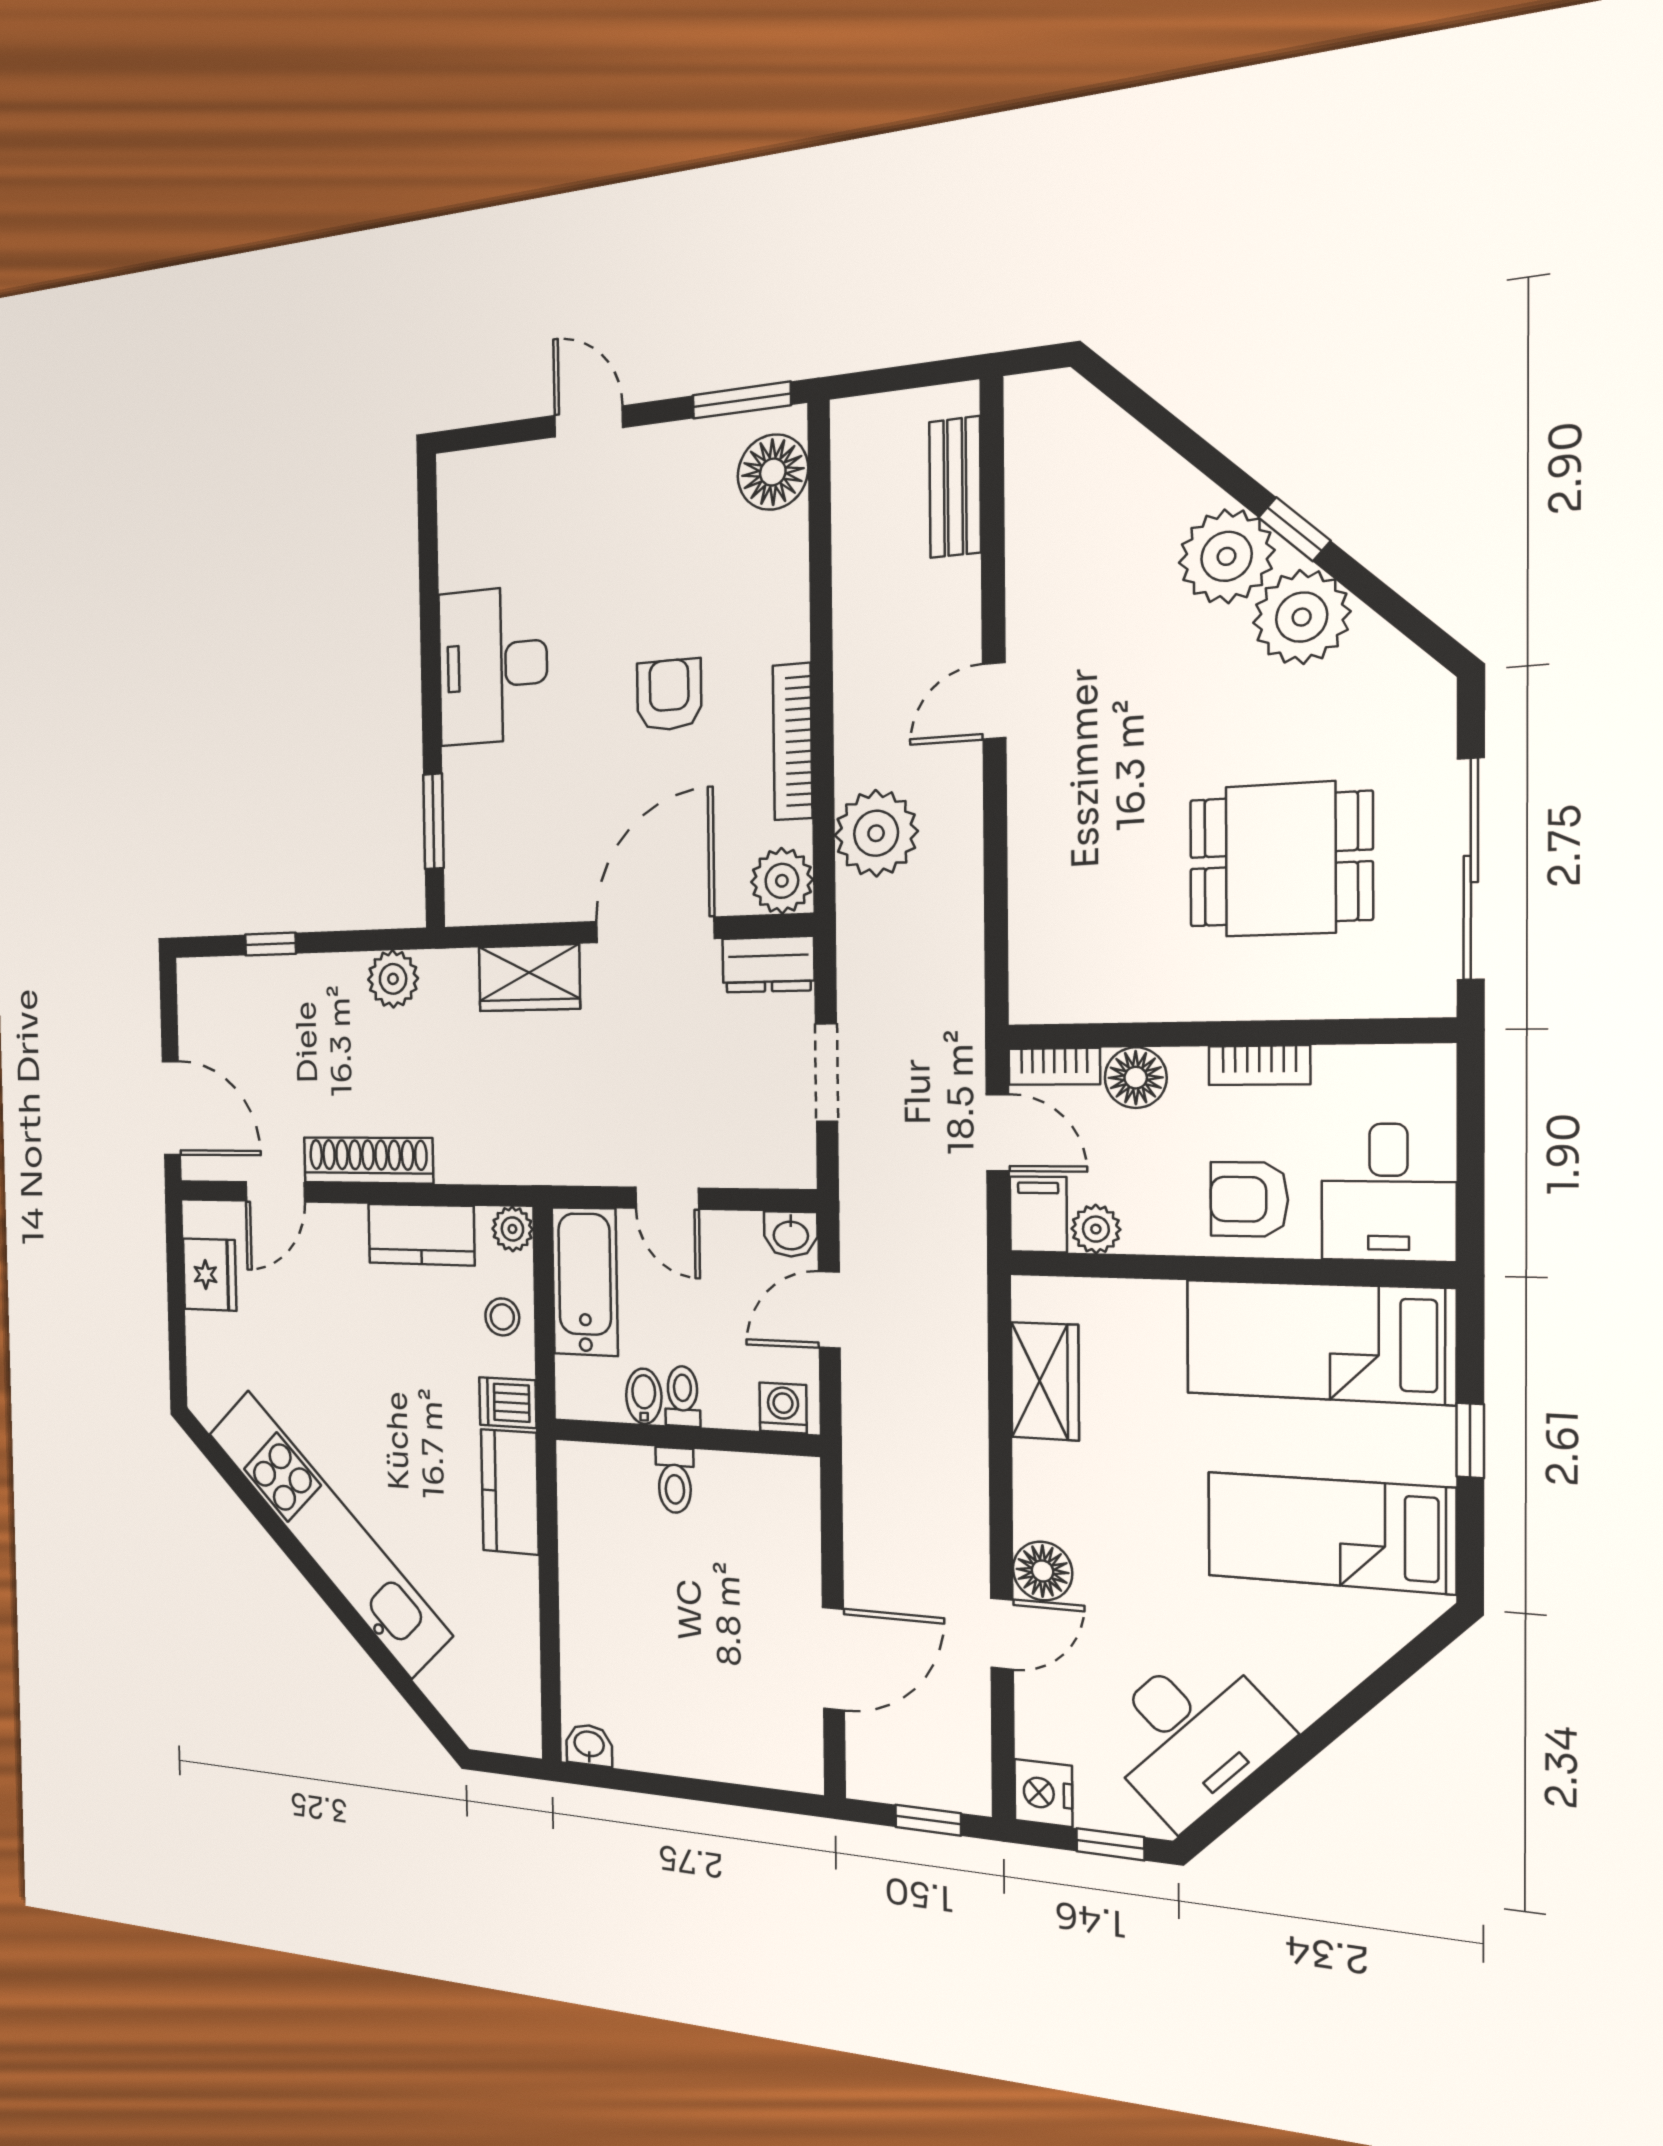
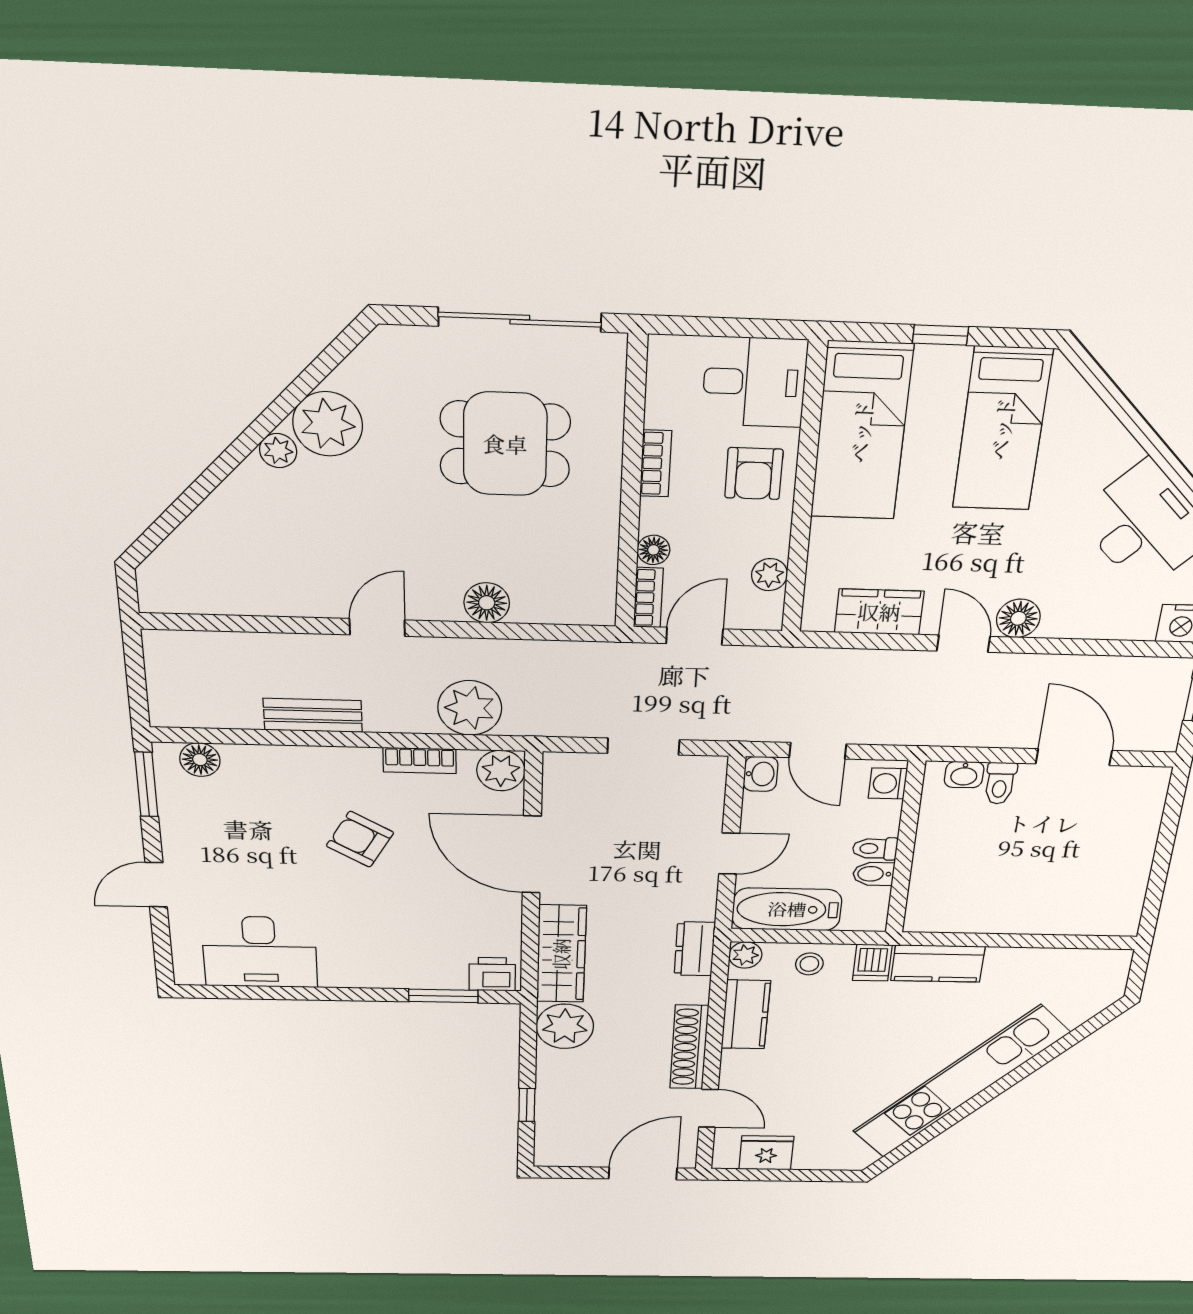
floor lamp: (773, 472) -> (200, 760), width x0.73, depth x0.73
bench: (955, 487) -> (313, 715), moved
window: (1294, 529) -> (263, 426), removed
plant: (1227, 556) -> (278, 451), width x0.53, depth x0.53
desk: (493, 666) -> (260, 952), moved
armchair: (669, 695) -> (360, 839), turned 30
door: (994, 701) -> (377, 627), swing flipped
bookcase: (793, 742) -> (420, 760), width x0.64
floor lamp: (1038, 848) -> (487, 603), added
dining table: (1280, 859) -> (505, 444), turned 90
printer: (469, 886) -> (492, 974), added
dresser: (768, 964) -> (695, 949), moved, turned 180
wardrobe: (529, 978) -> (561, 954), width x1.50
plant: (393, 979) -> (565, 1026), width x1.36, depth x1.36
floor lamp: (1136, 1078) -> (653, 550), width x0.73, depth x0.73
filing cabinet: (1038, 1214) -> (756, 612), removed
toilet: (675, 1480) -> (1000, 783), moved, turned 90
door: (1002, 1634) -> (963, 644), moved
washbasin: (589, 1745) -> (964, 775), moved, turned -90

